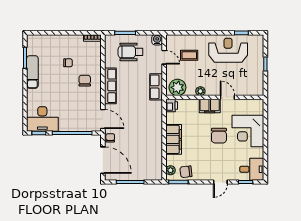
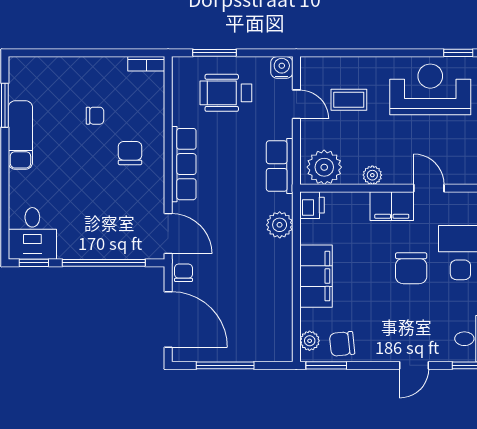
plant: (156, 115) -> (280, 225), added
desk: (42, 119) -> (32, 233), width x0.73

